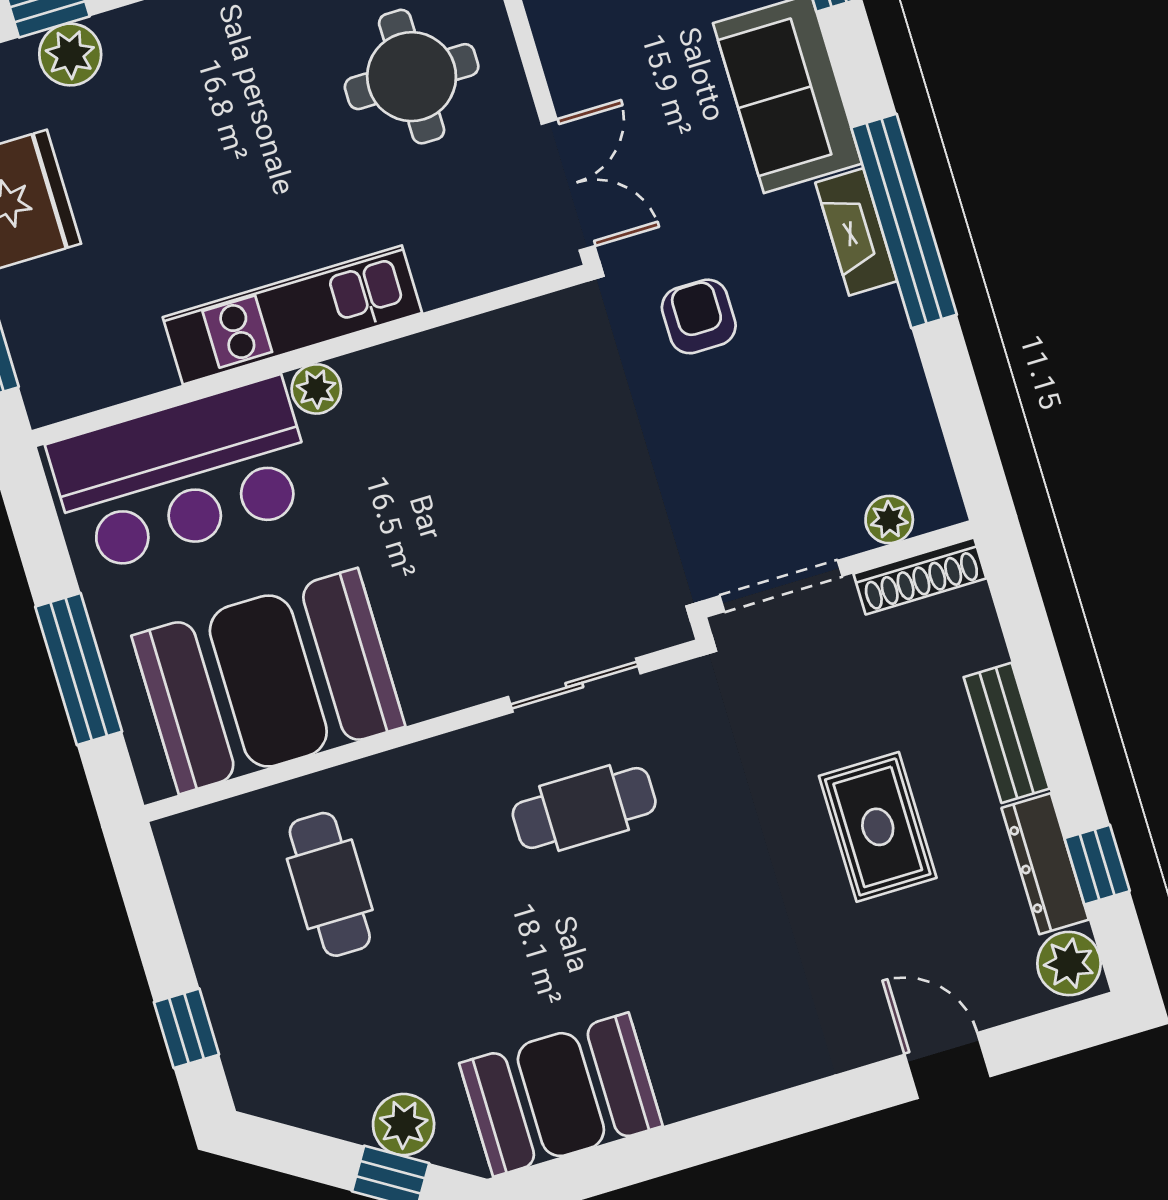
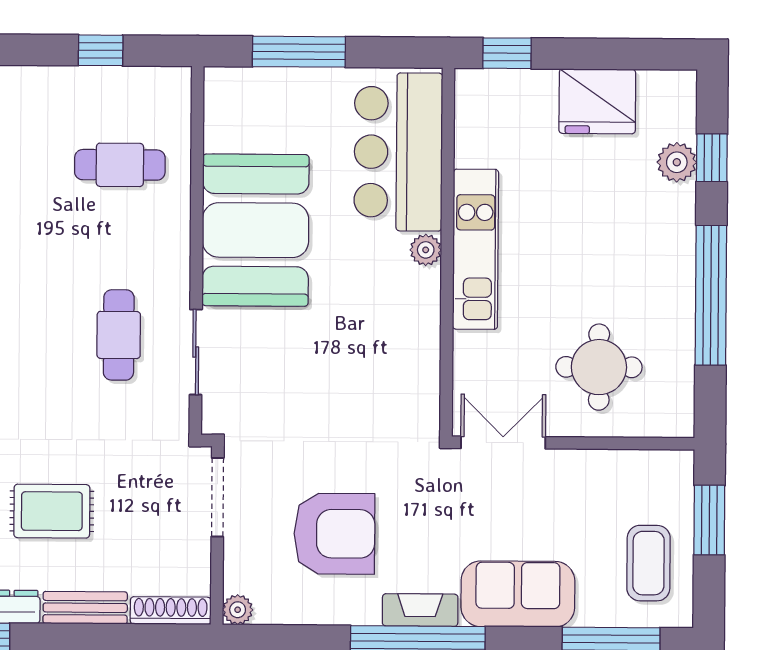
double door: (568, 185) -> (503, 443), swing flipped
armchair: (699, 316) -> (334, 534), moved, width x1.88, depth x1.88
plant: (889, 520) -> (238, 610), moved
shoe rack: (920, 576) -> (171, 611), moved, turned 90
booth: (268, 681) -> (255, 230), moved
window: (186, 1028) -> (101, 50), moved

